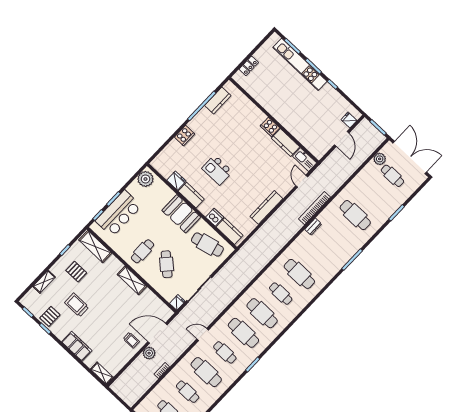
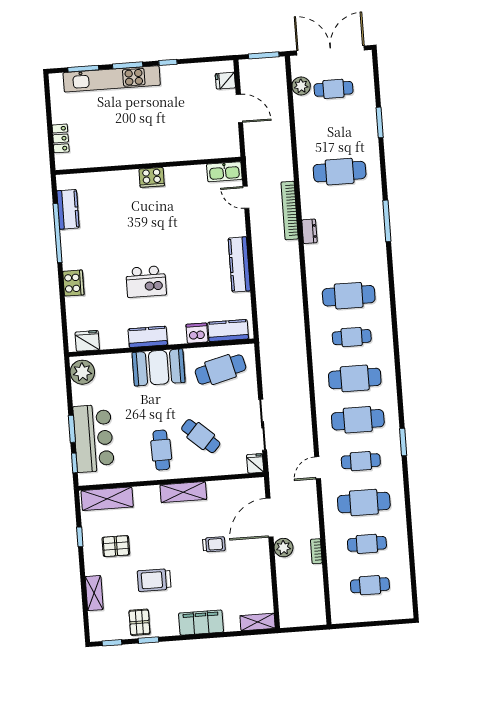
kitchen counter: (286, 143) -> (186, 176), removed
fridge: (176, 181) -> (87, 341), moved
trolley: (131, 340) -> (214, 544), moved

